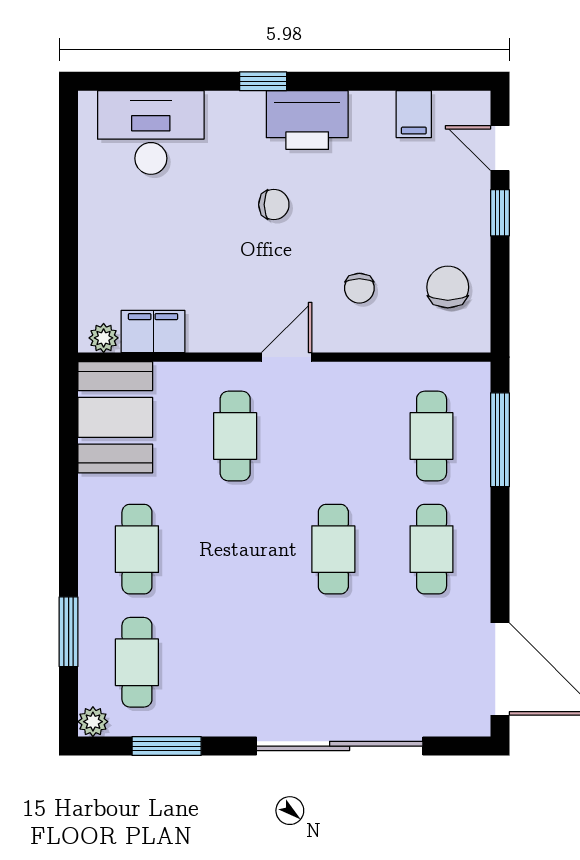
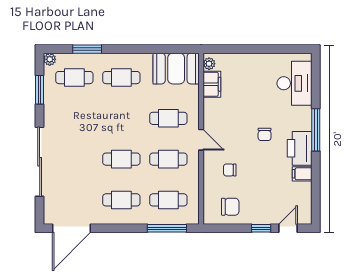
window: (263, 81) -> (316, 130), width x2.17
filing cabinet: (414, 114) -> (302, 174), moved
cafe table: (333, 436) -> (168, 159), added

